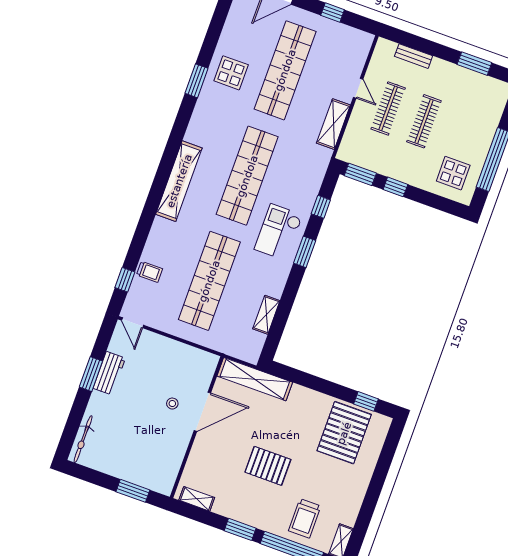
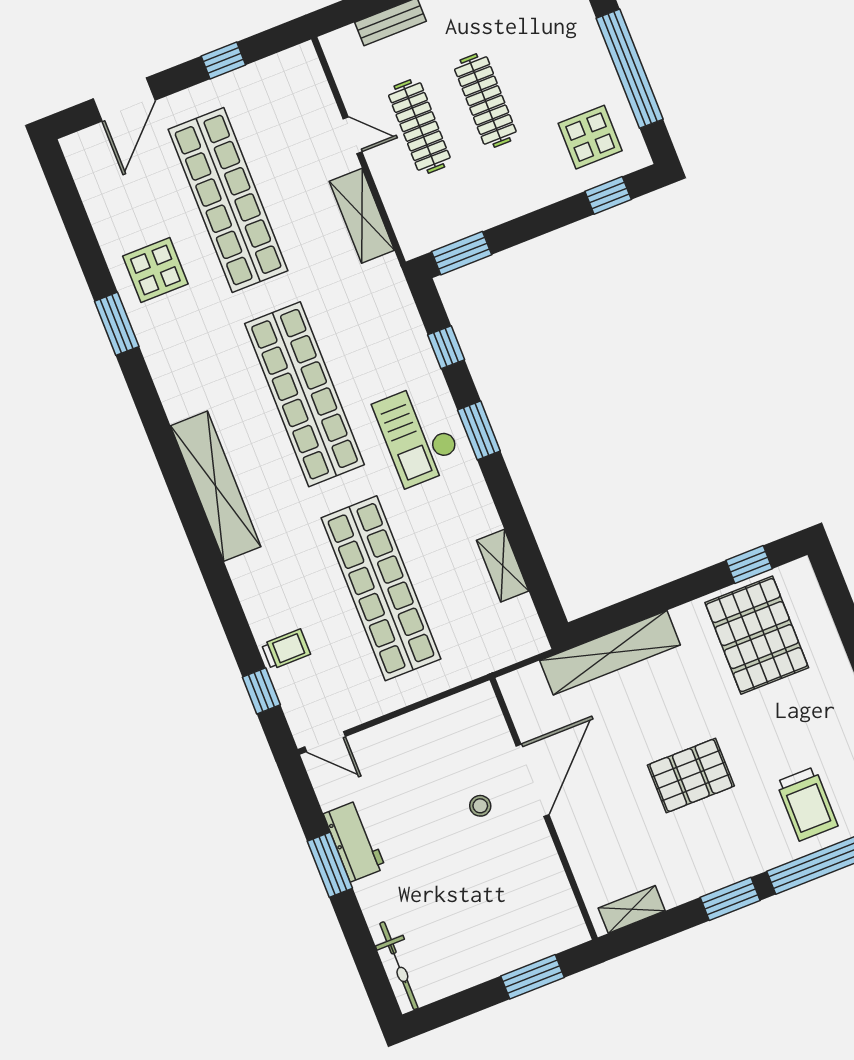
window: (395, 187) -> (608, 195), moved
shelving: (255, 379) -> (610, 653), moved

